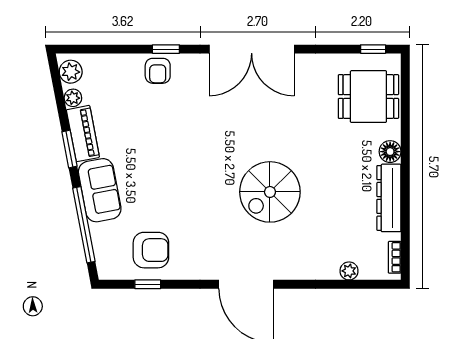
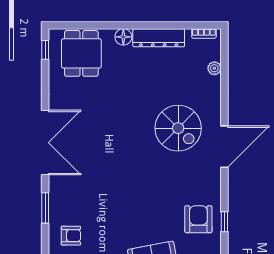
window: (166, 49) -> (45, 208), width x1.50
armchair: (158, 71) -> (71, 236), moved
spiral stairs: (270, 192) -> (178, 128), moved

